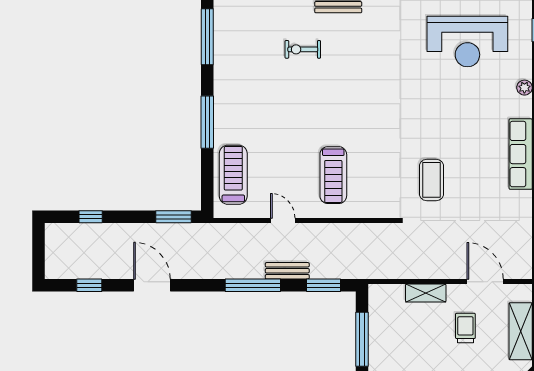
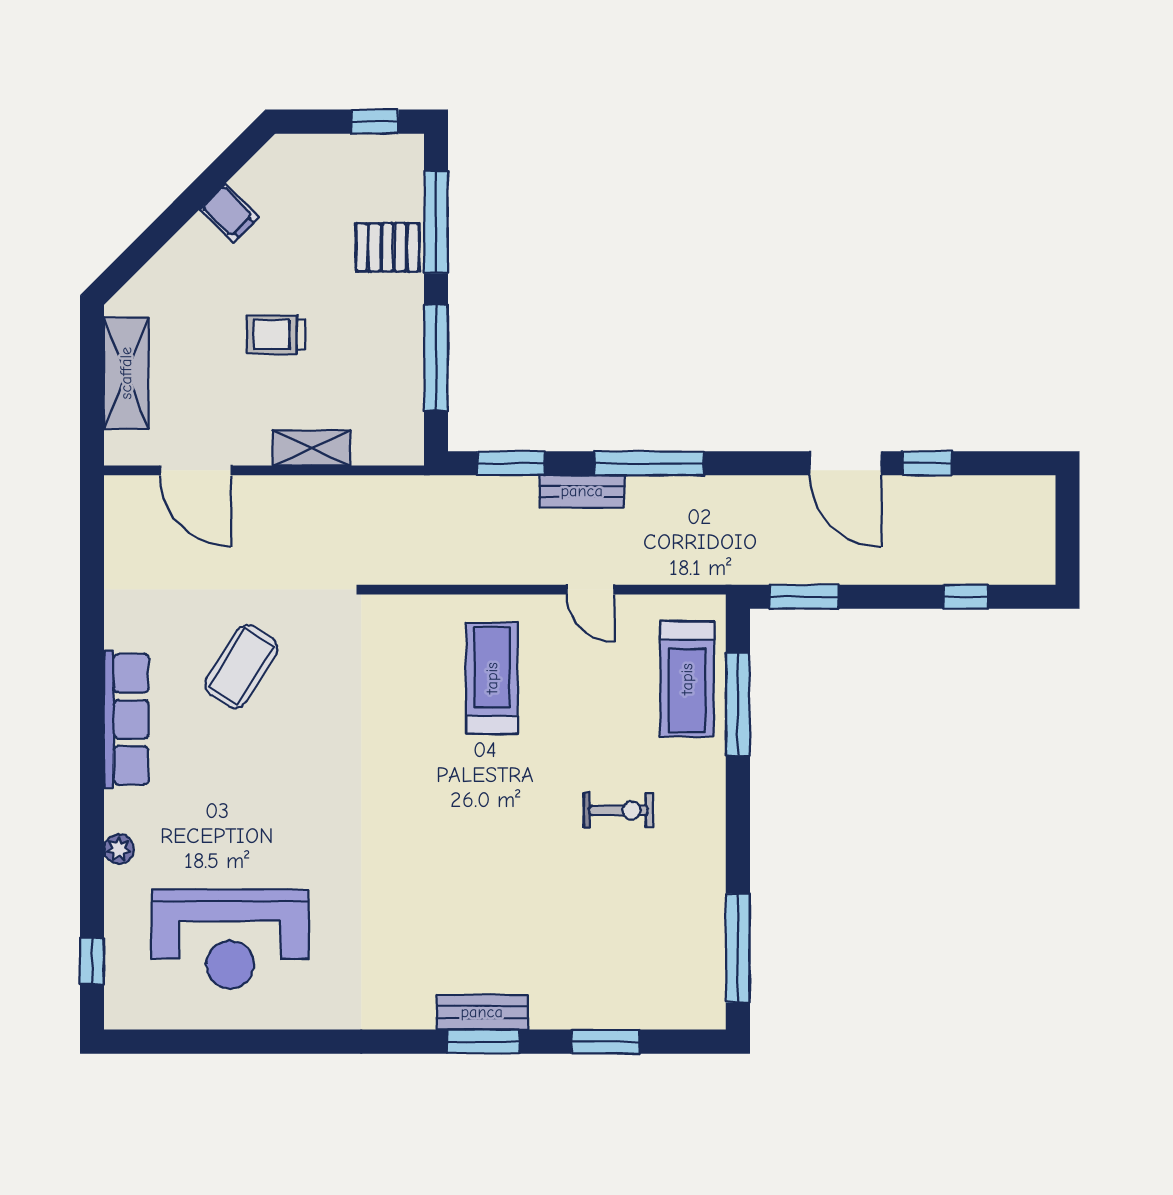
reception desk: (467, 42) -> (230, 939), turned 180
exercise bike: (303, 49) -> (618, 810), moved
window: (207, 122) -> (738, 704), moved
coffee table: (431, 180) -> (241, 667), moved, turned 32
window: (89, 285) -> (927, 463), moved
trolley: (465, 328) -> (276, 335), moved, turned 90

